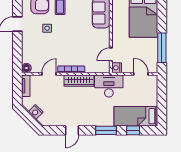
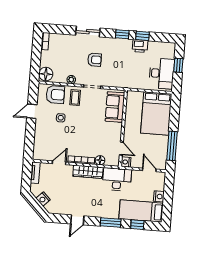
door: (111, 54) -> (121, 148), swing flipped
floor lamp: (26, 68) -> (100, 160), moved
nightstand: (153, 100) -> (159, 196), added

